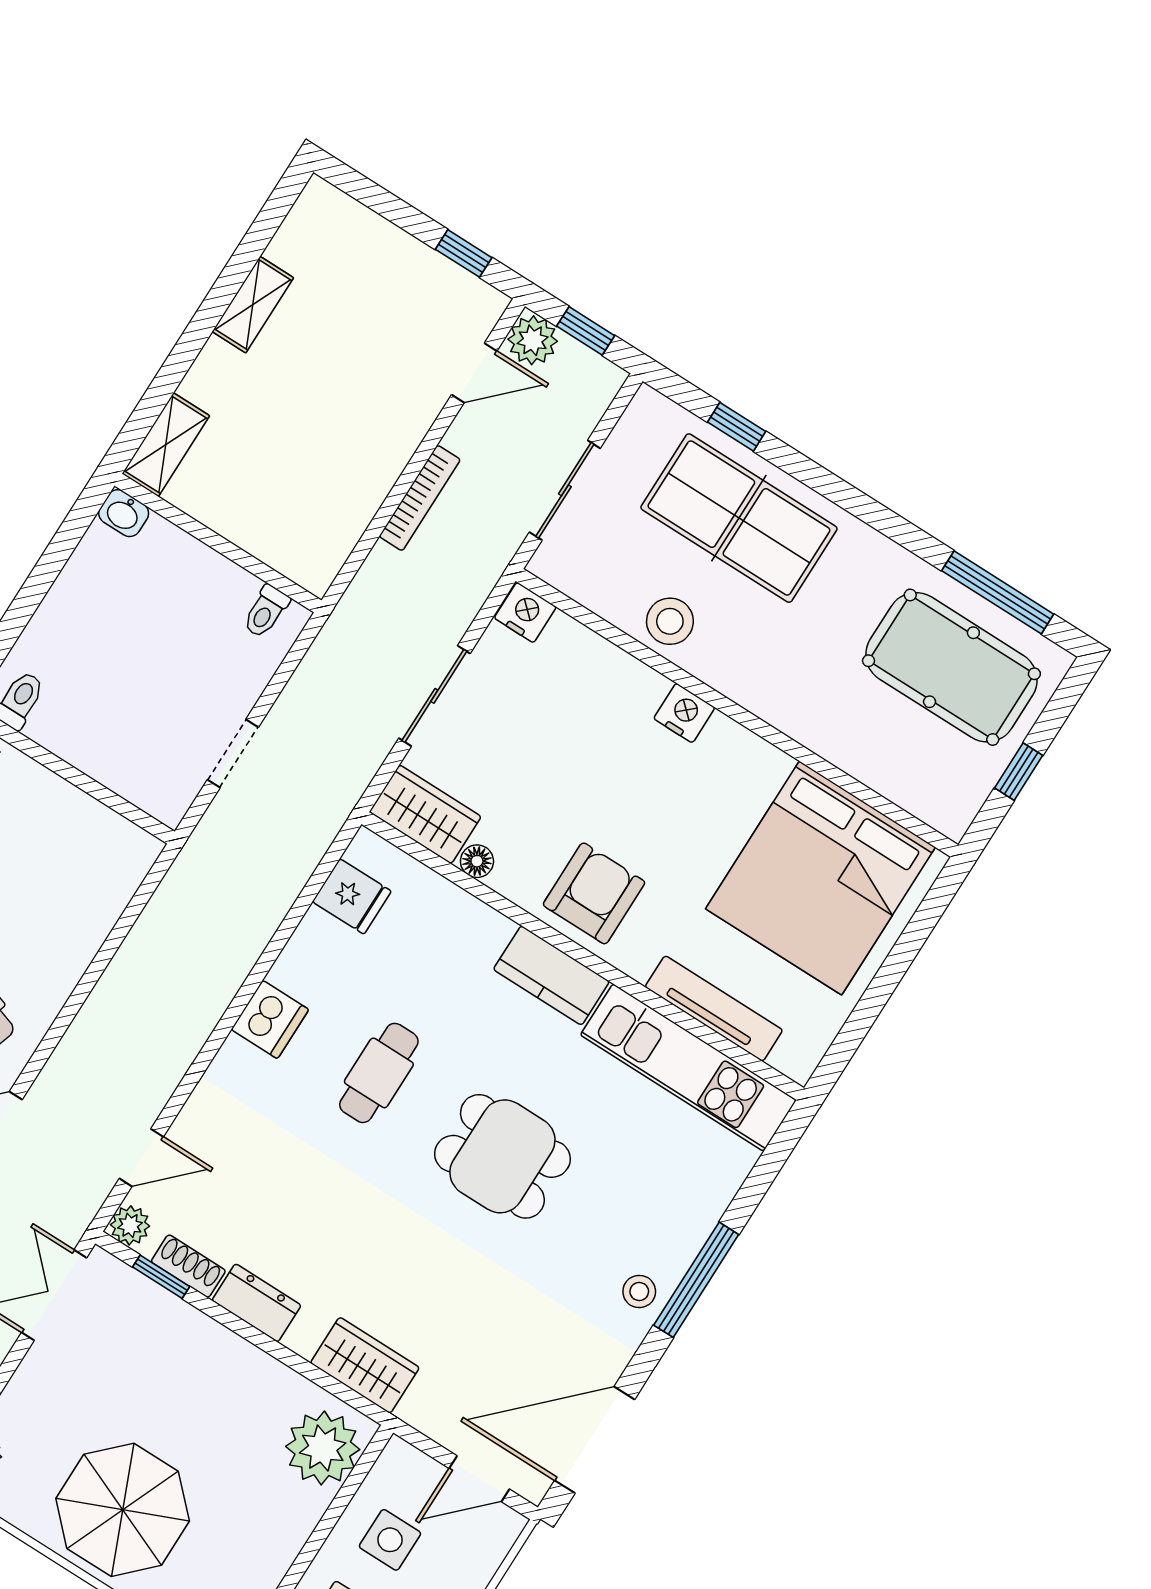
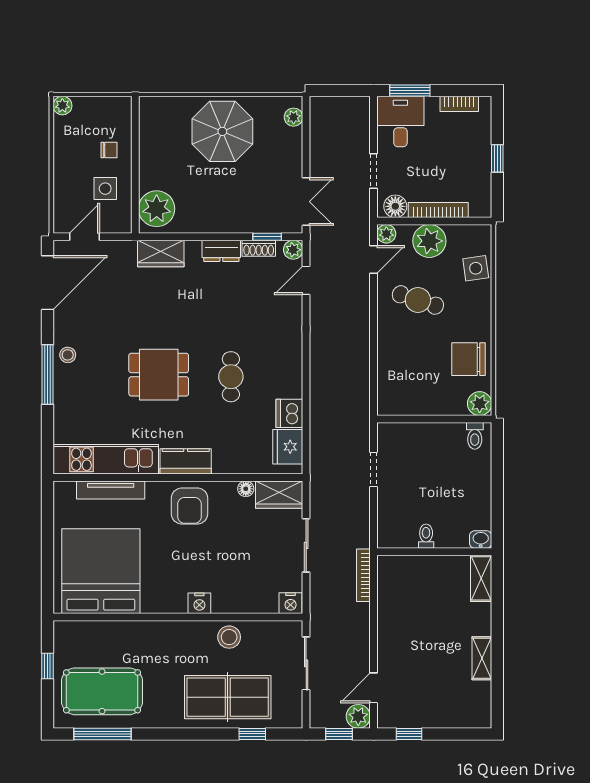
bookcase: (420, 498) -> (363, 575), moved
toilet: (266, 611) -> (426, 536), moved
fridge: (352, 896) -> (288, 447), width x1.38
dishwasher: (270, 1019) -> (289, 413), moved

